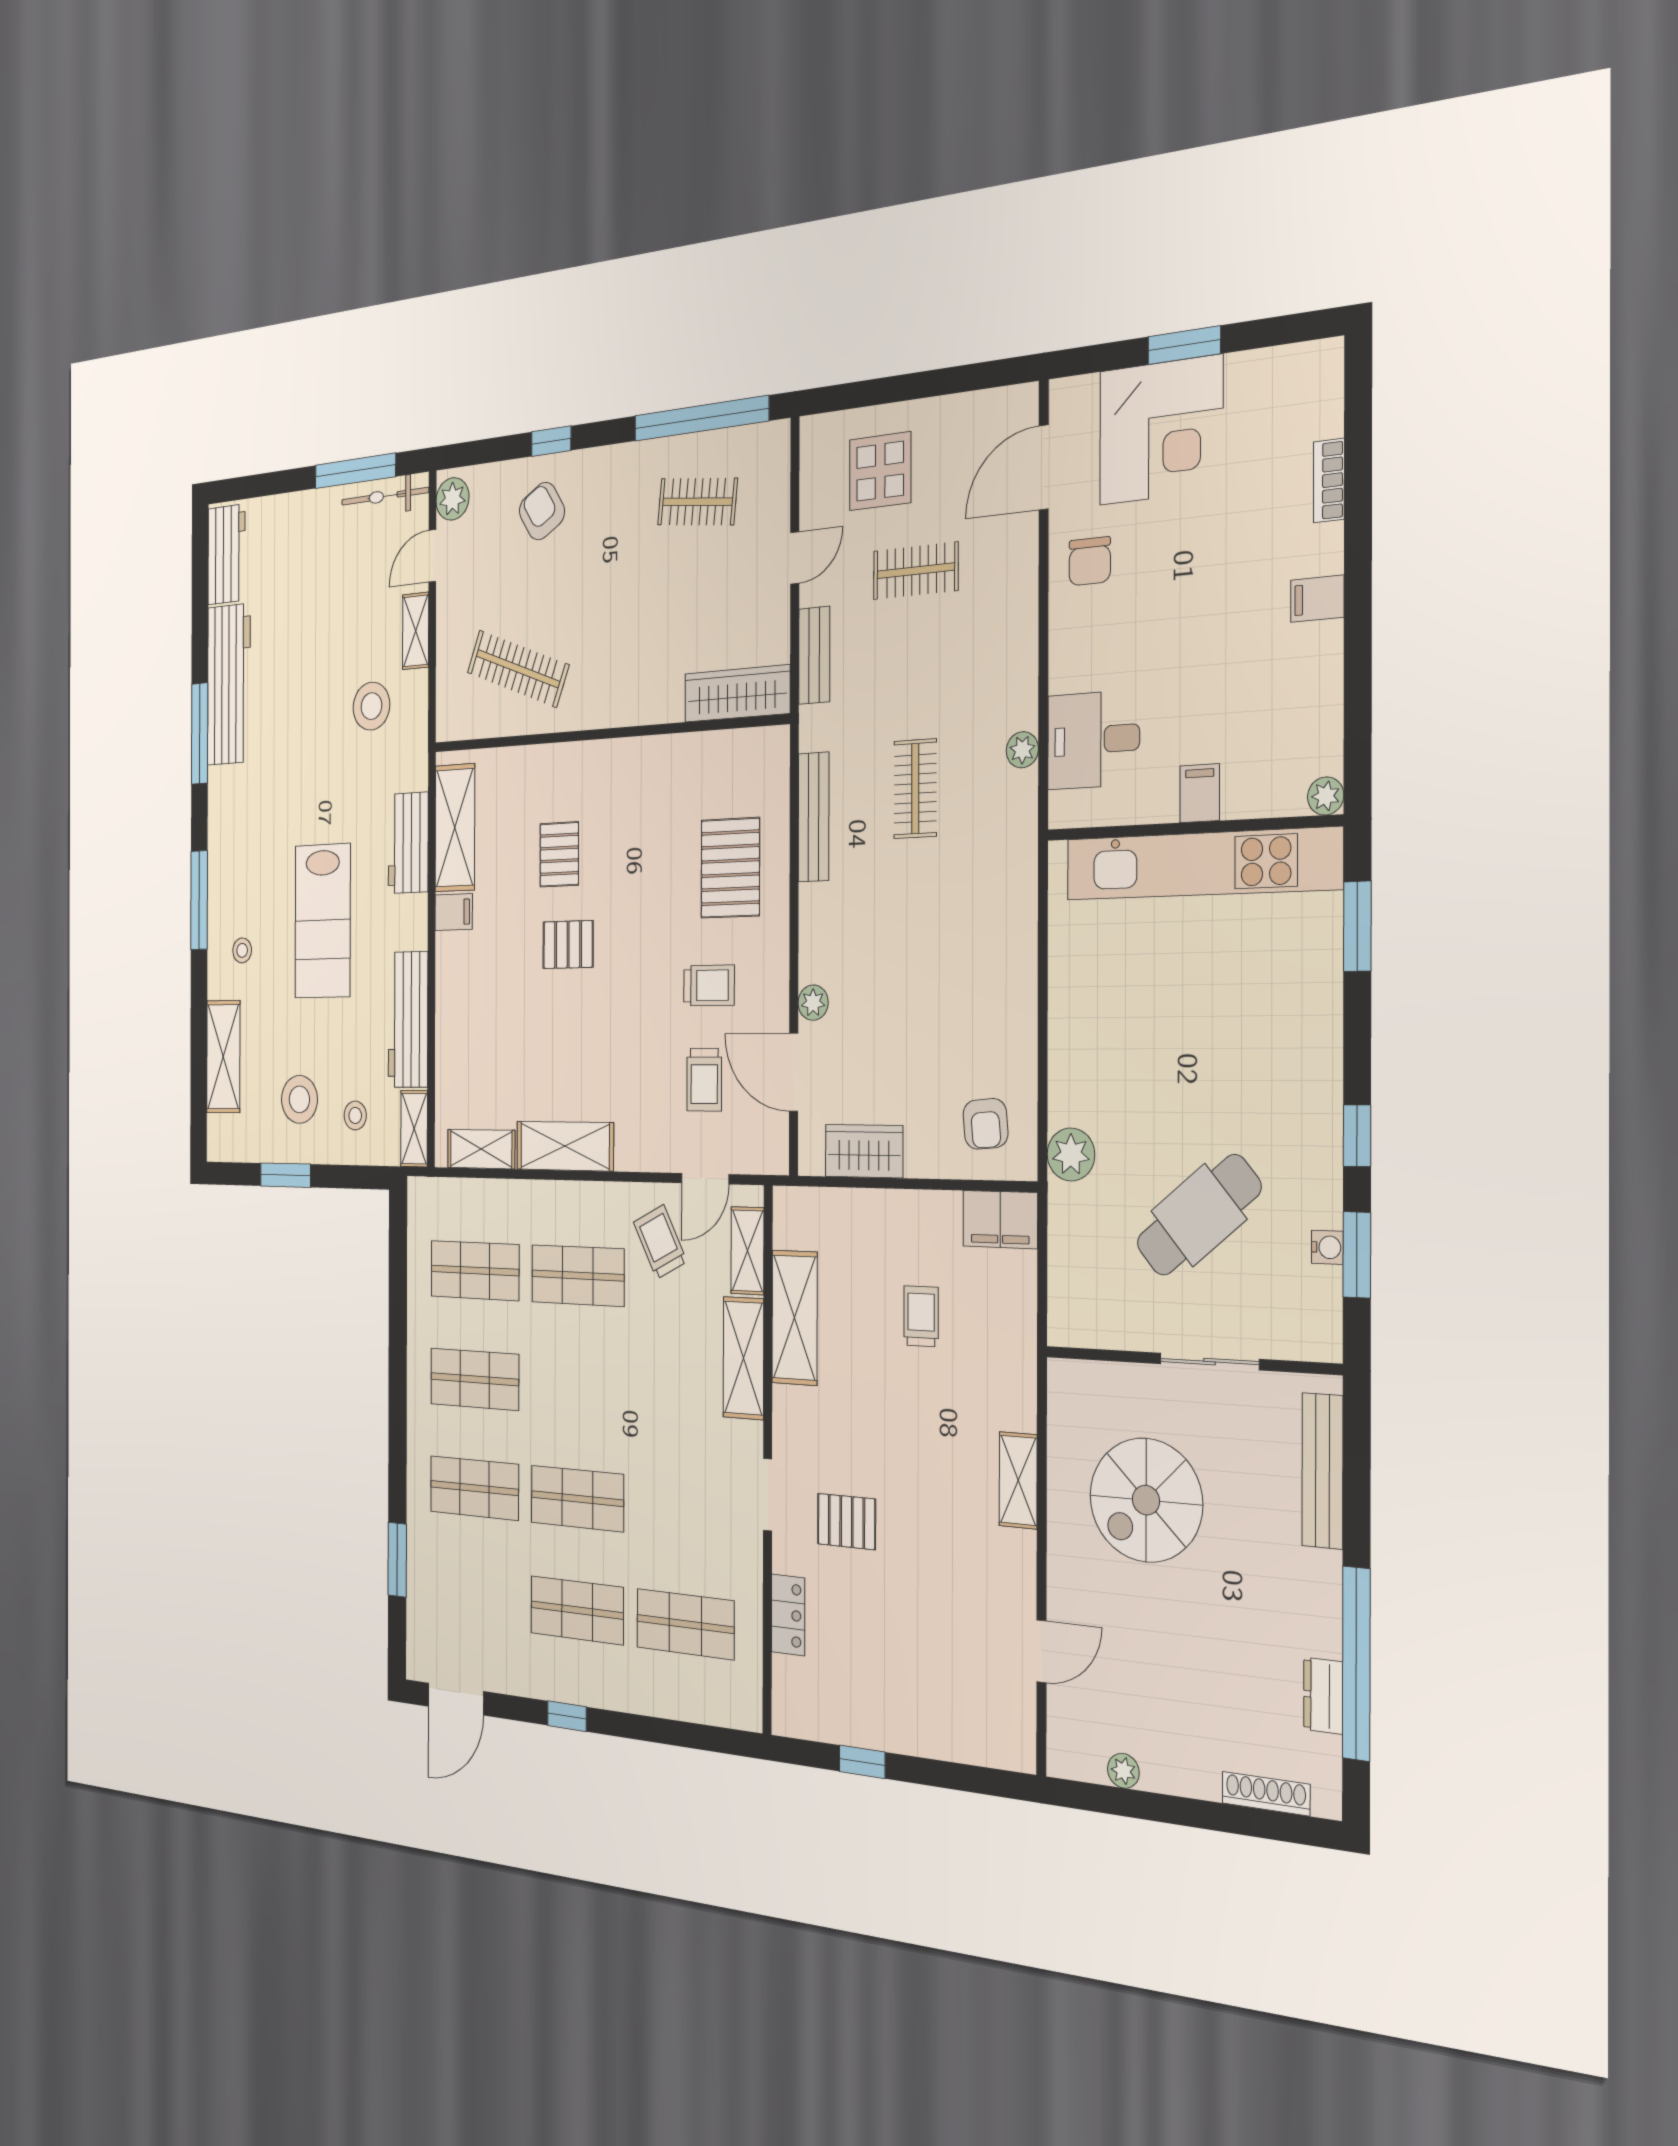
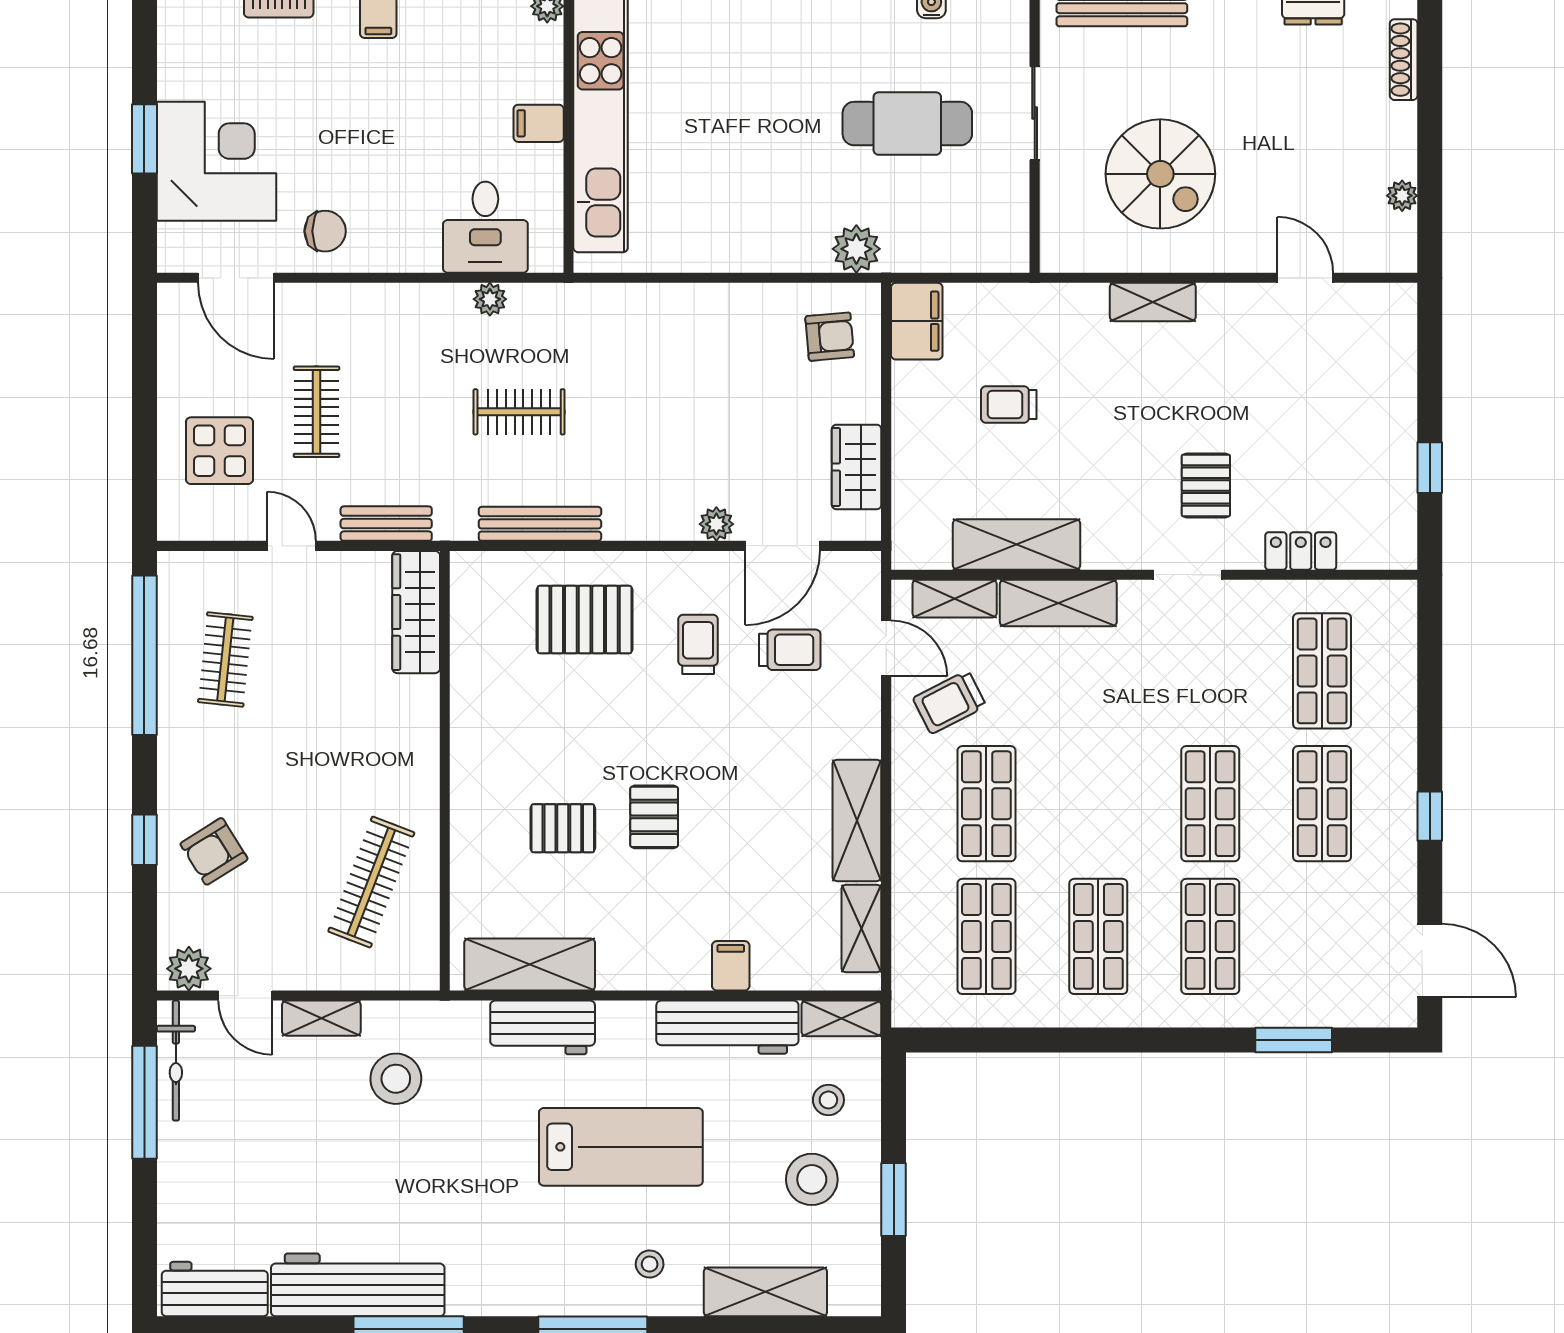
filing cabinet: (454, 912) -> (731, 966), moved
cafe table: (1199, 1215) -> (907, 124), turned -50

